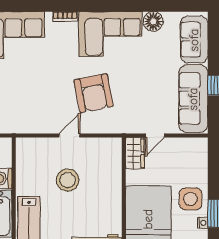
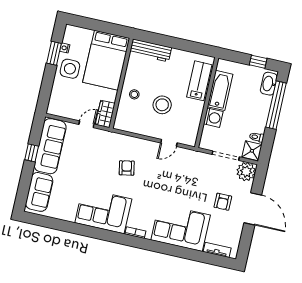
floor lamp: (153, 21) -> (68, 213), removed
armchair: (94, 93) -> (127, 168), width x0.53, depth x0.53
door: (70, 135) -> (169, 143), moved
stool: (105, 185) -> (134, 94), added

